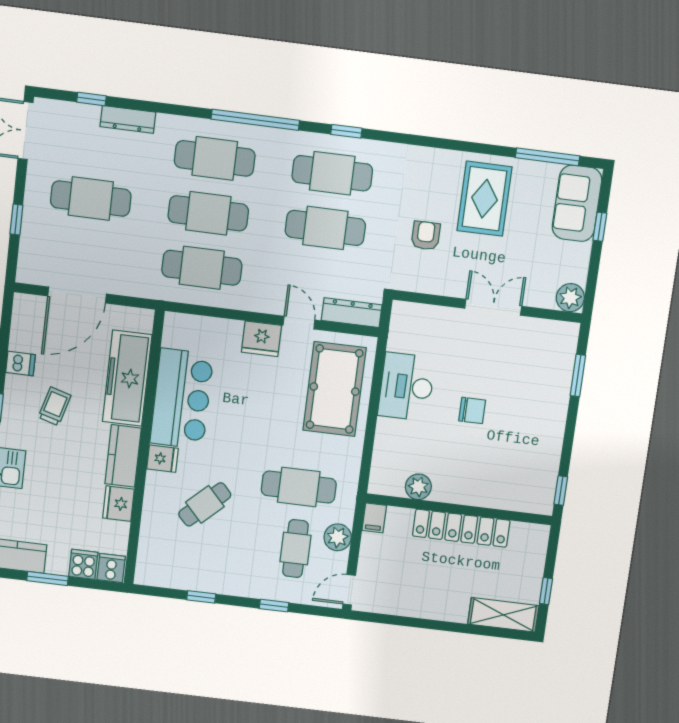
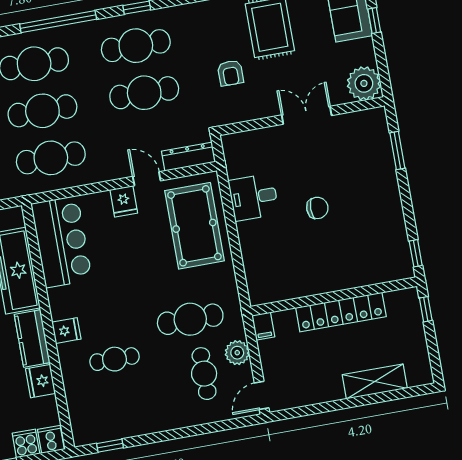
armchair: (426, 236) -> (230, 73), turned 180
plant: (570, 298) -> (364, 83), width x1.36, depth x1.36
fridge: (261, 339) -> (124, 201), width x0.72
desk: (407, 387) -> (254, 197), width x0.73
bar counter: (182, 399) -> (62, 242), moved
plant: (418, 487) -> (293, 288), removed
cafe table: (205, 504) -> (114, 359), turned 43
window: (546, 591) -> (426, 309), moved
window: (201, 597) -> (110, 446), moved
window: (274, 606) -> (201, 429), removed
shelving: (503, 615) -> (375, 381), moved

